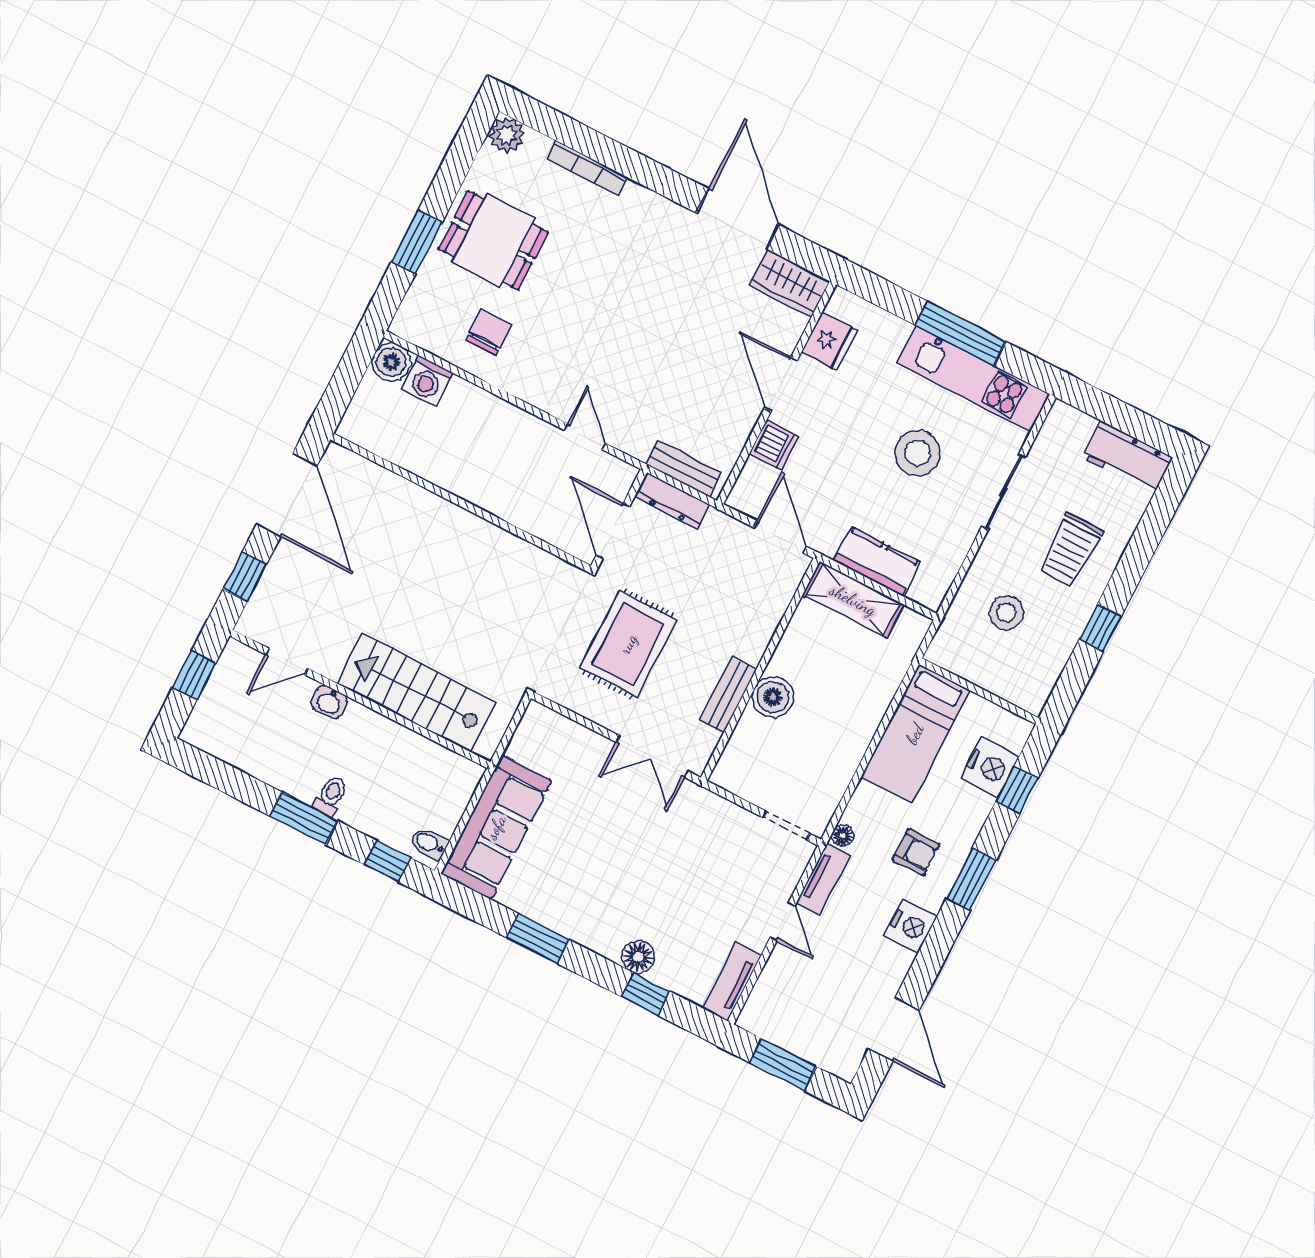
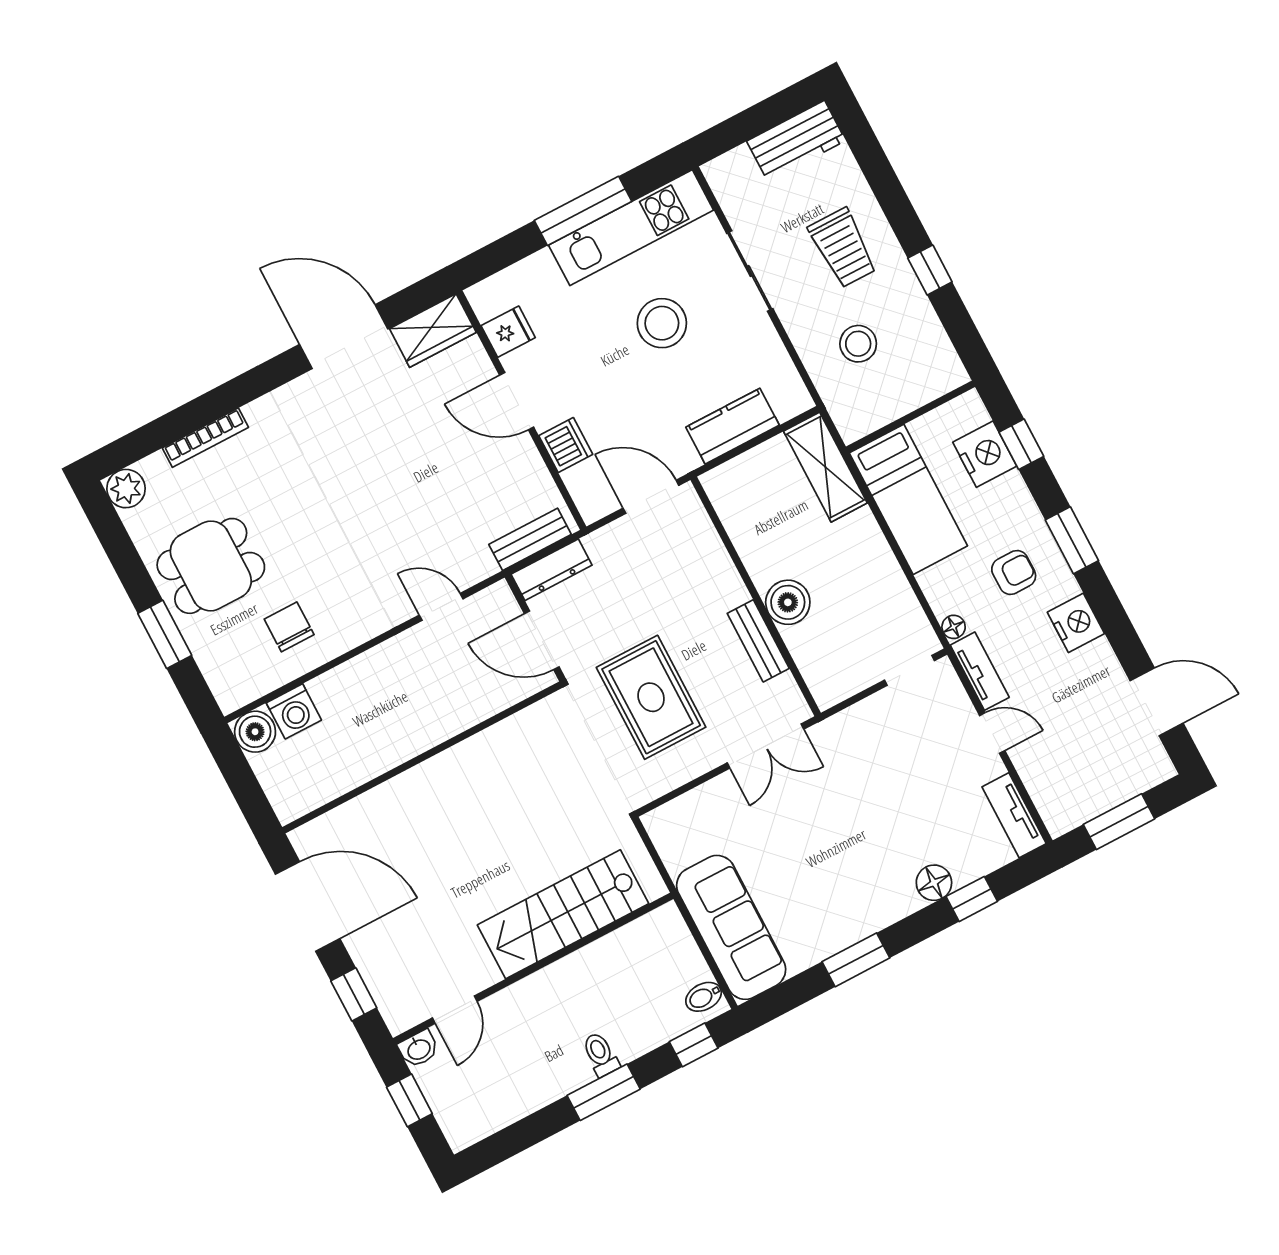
fridge: (829, 341) -> (508, 332), width x0.72
shelving: (853, 600) -> (825, 467), moved, turned 90
washbasin: (329, 702) -> (419, 1049), moved

